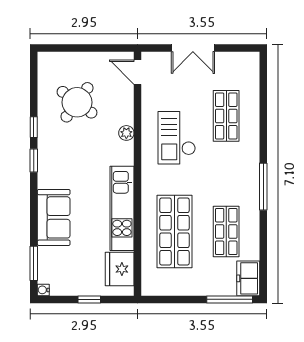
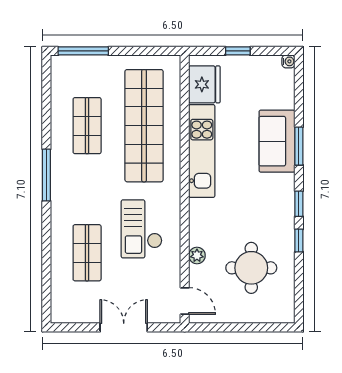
round table: (77, 102) -> (251, 268), turned -36
plant: (126, 133) -> (197, 255), moved
checkout: (177, 138) -> (142, 229), turned 180
shop shelf: (174, 231) -> (144, 126), width x1.40
window: (34, 263) -> (299, 146), moved
freezer: (248, 278) -> (63, 74), removed

